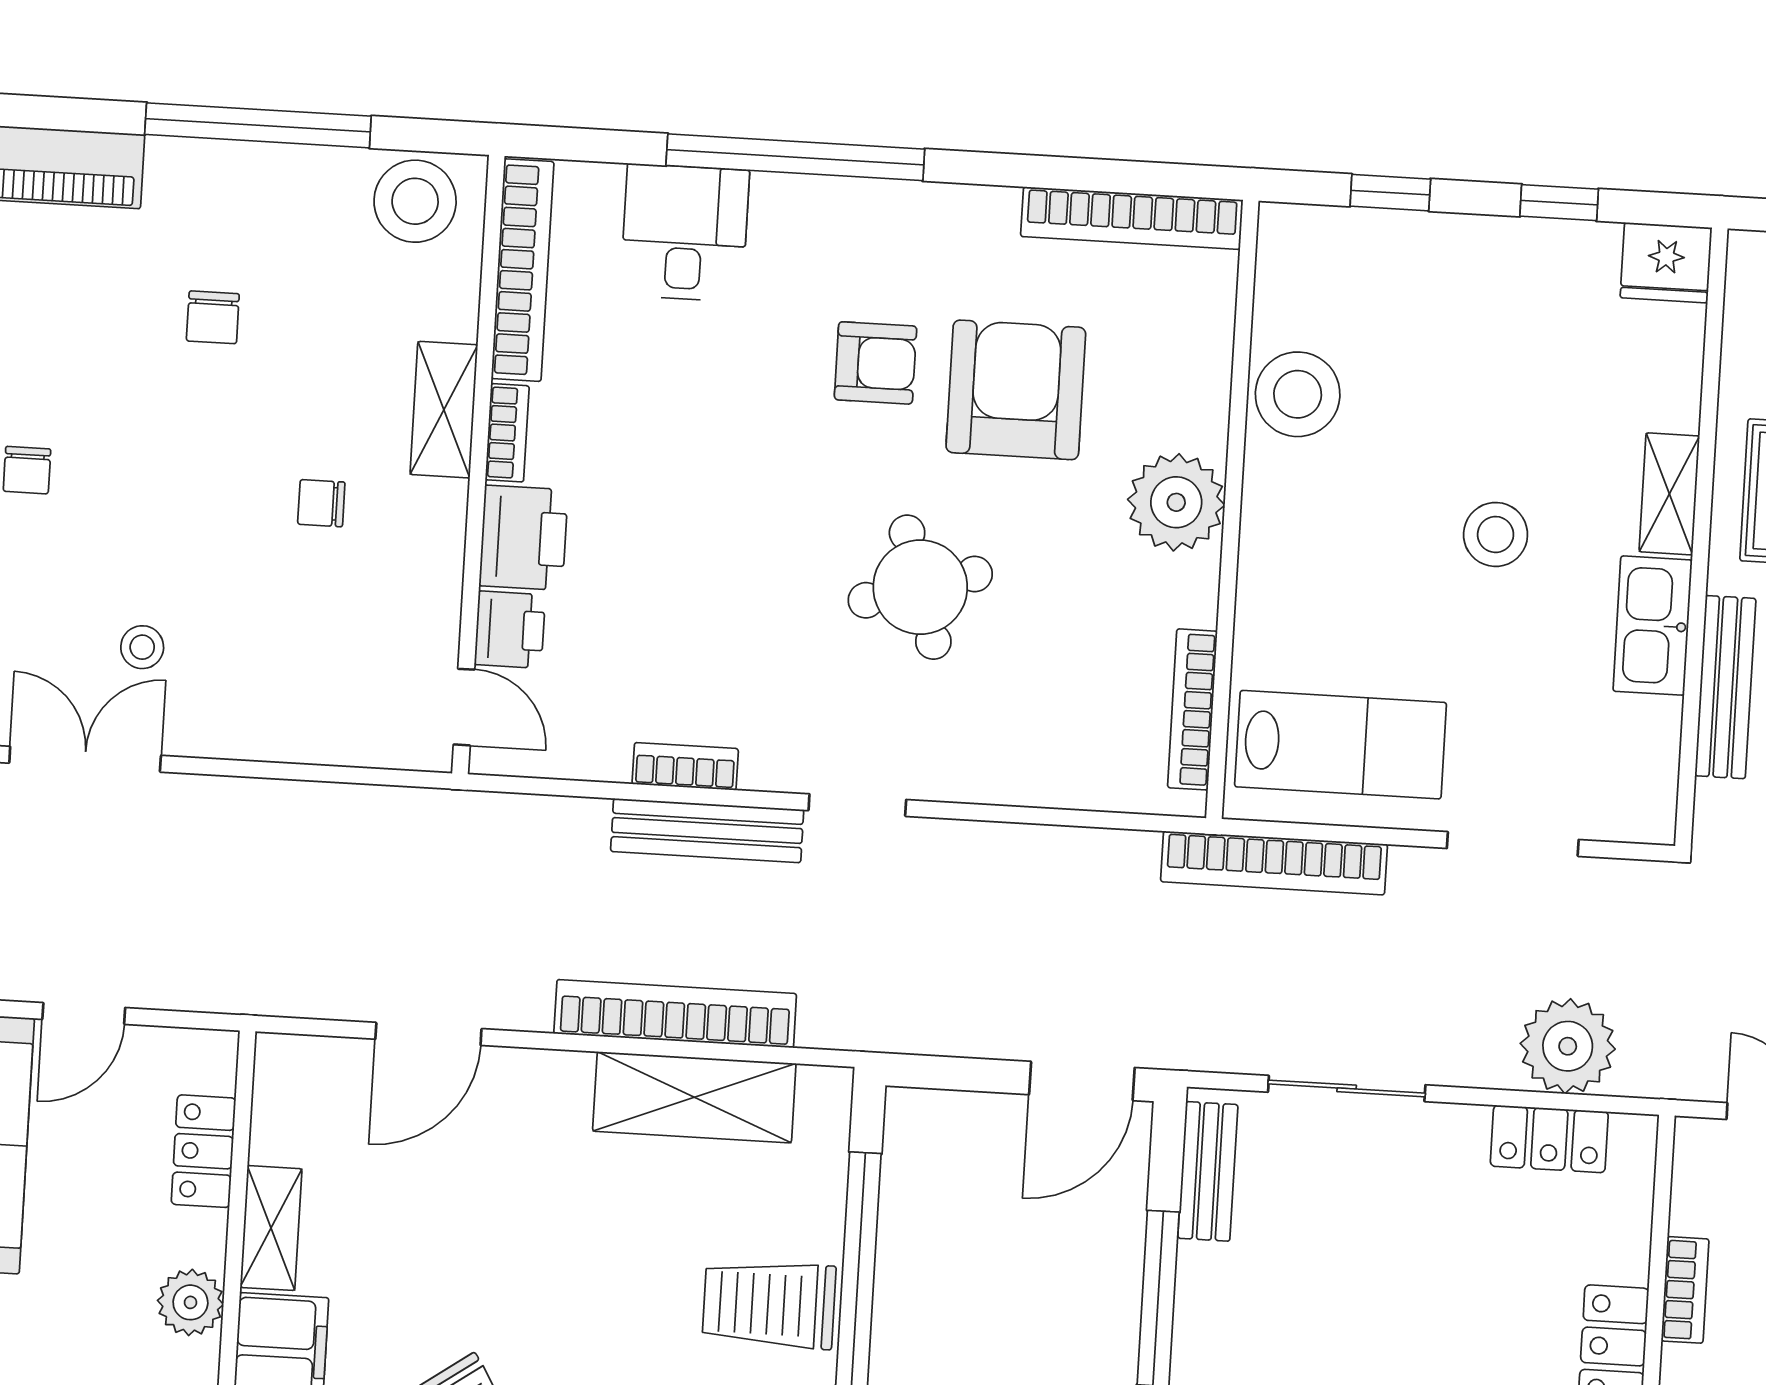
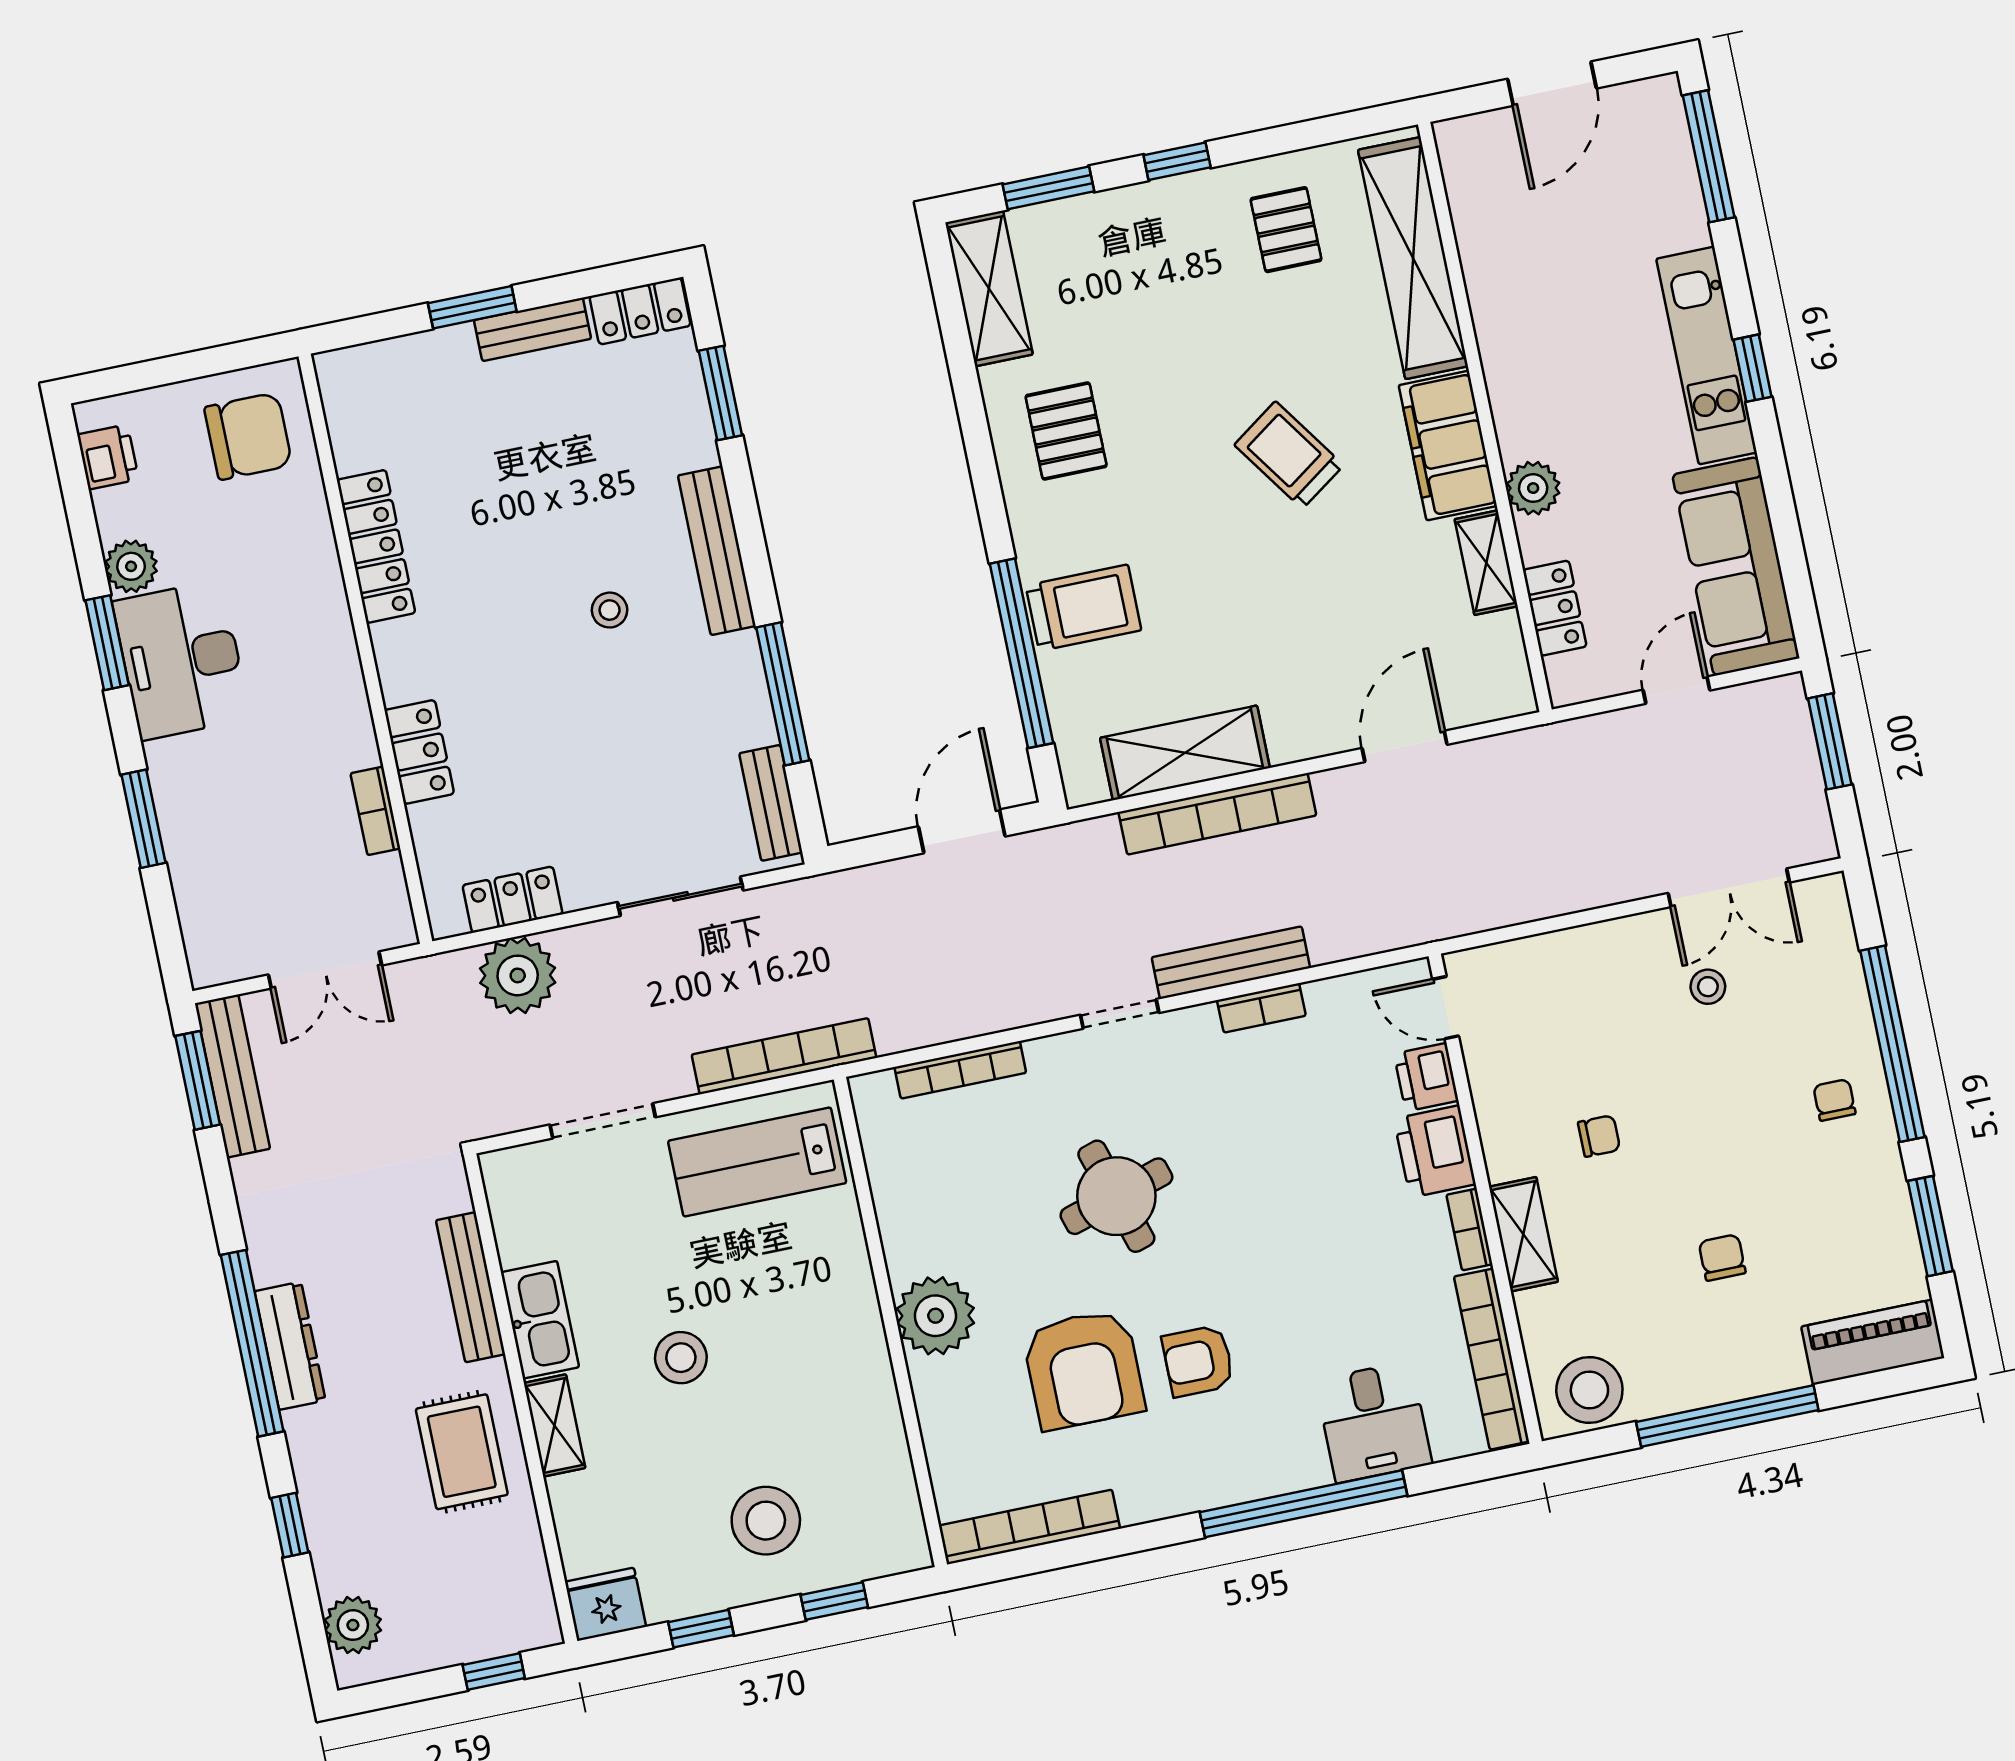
stool: (1298, 394) -> (766, 1521), moved
bookcase: (1192, 709) -> (960, 1070), moved, turned 90
door: (1082, 1081) -> (962, 831), moved

